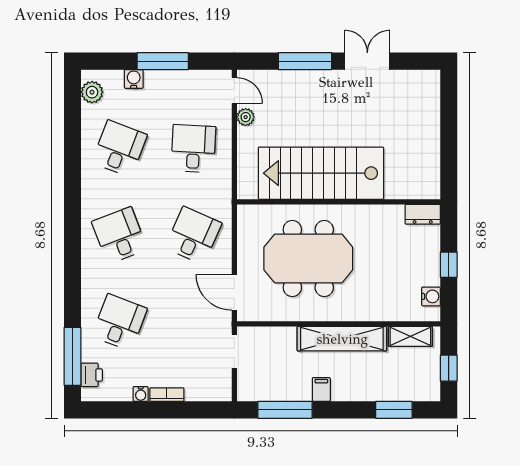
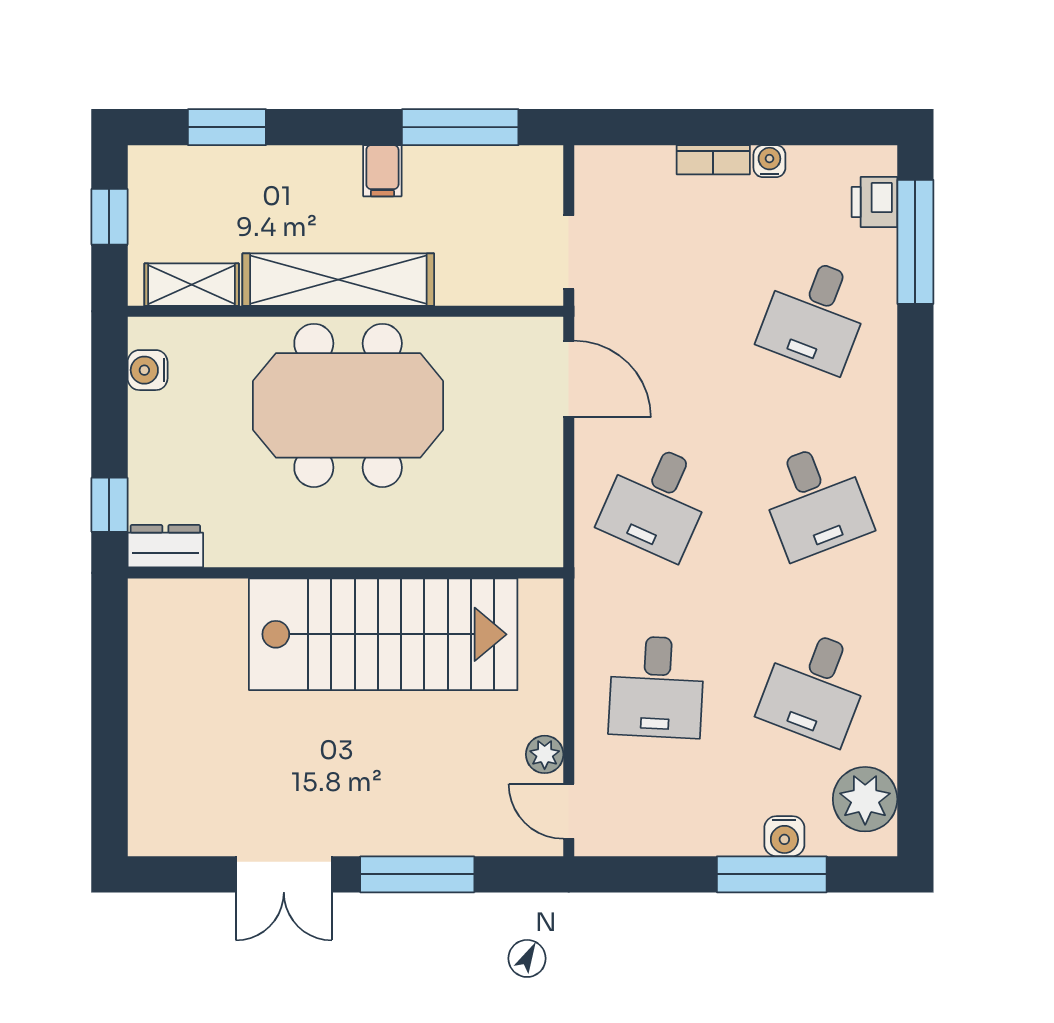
window: (163, 61) -> (772, 874), moved
plant: (92, 92) -> (865, 799), width x1.36, depth x1.36
meeting table: (308, 258) -> (348, 405), moved
window: (449, 265) -> (109, 505), moved

